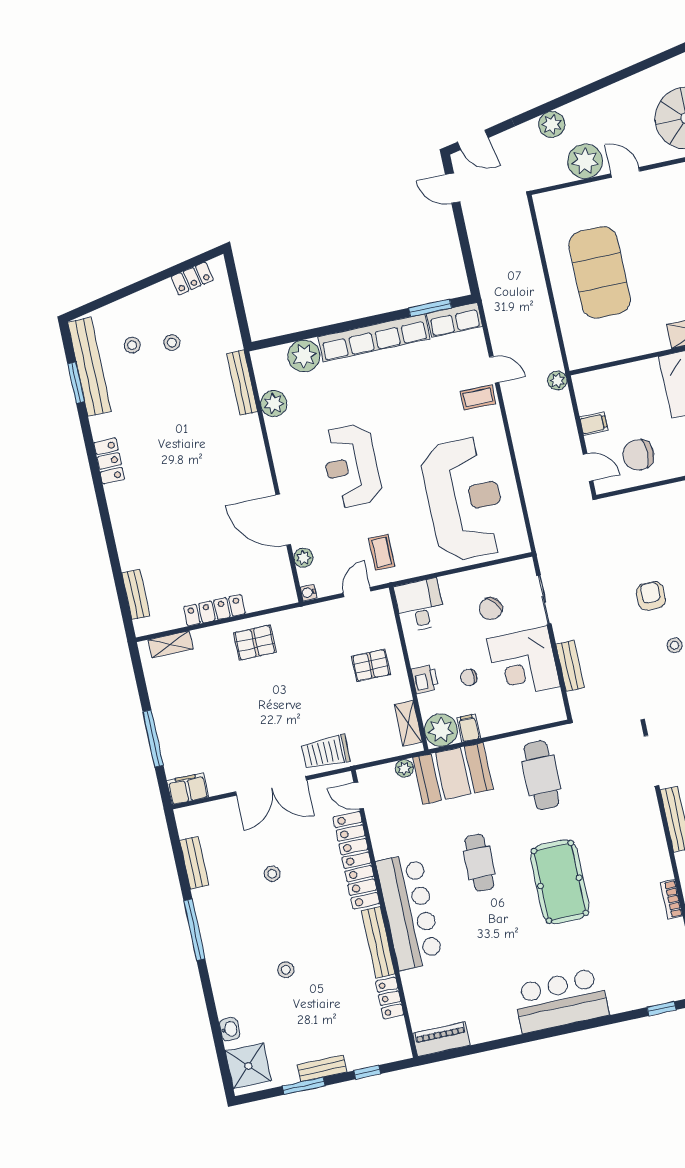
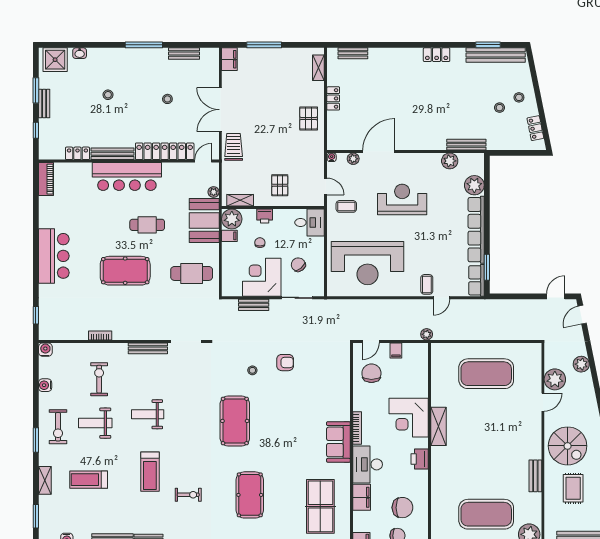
stool: (132, 345) -> (519, 97), moved
locker: (214, 610) -> (333, 98), width x0.66

